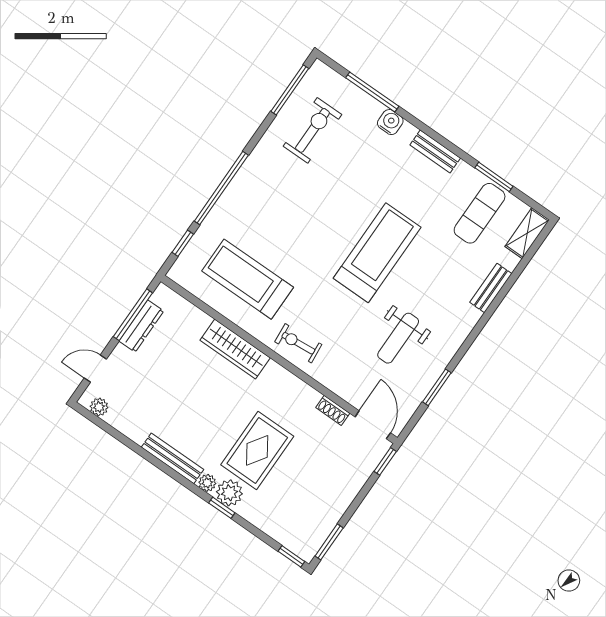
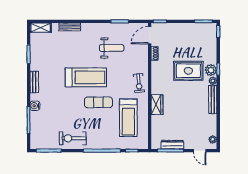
exercise bike: (312, 130) -> (73, 138), moved
exercise mat: (480, 213) -> (98, 102), moved
treadmill: (377, 253) -> (86, 77), turned 180
wardrobe: (235, 349) -> (157, 105), width x0.67

